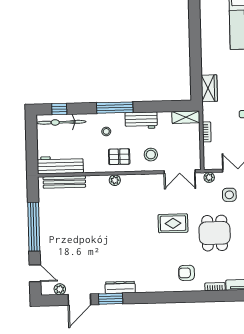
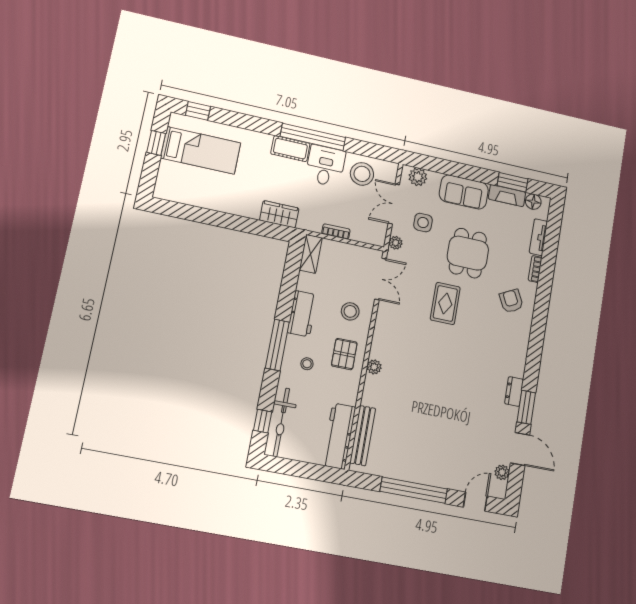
dining table: (215, 233) -> (468, 253), turned 90
armchair: (187, 273) -> (511, 301), turned 153
dresser: (120, 287) -> (514, 391), width x0.70

